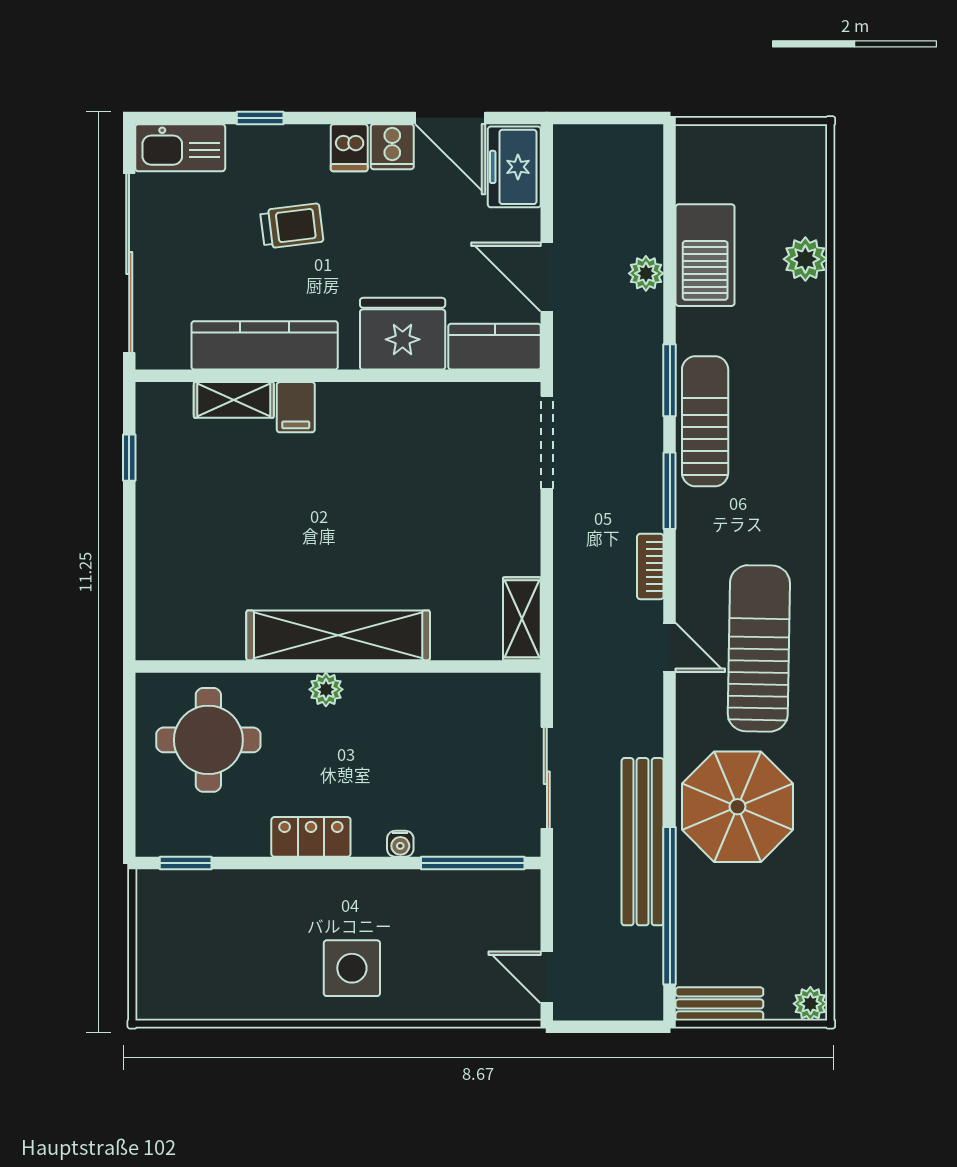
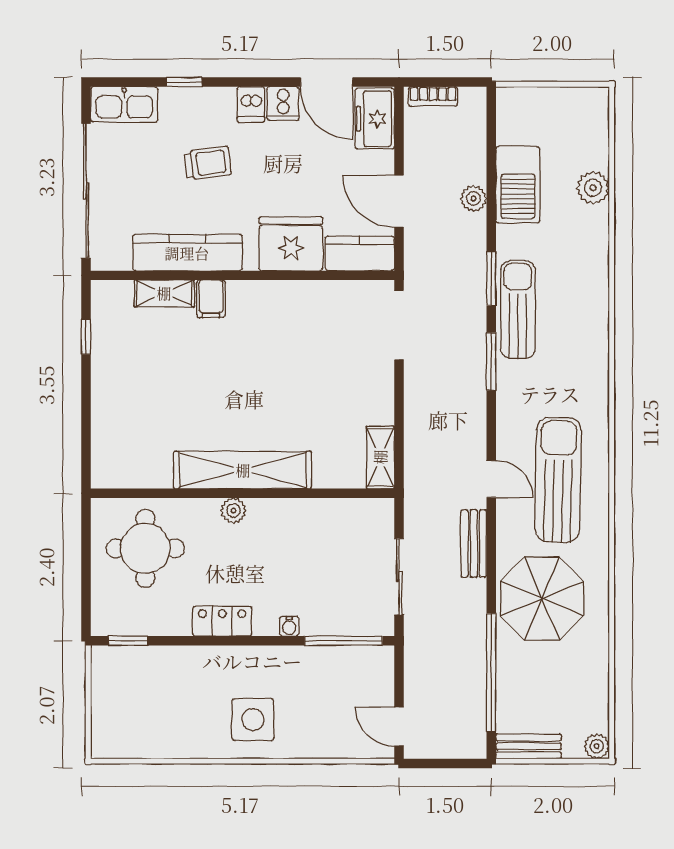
bookcase: (650, 566) -> (433, 96), moved, turned -90
bench: (643, 842) -> (474, 543), moved, width x0.54, depth x0.82

